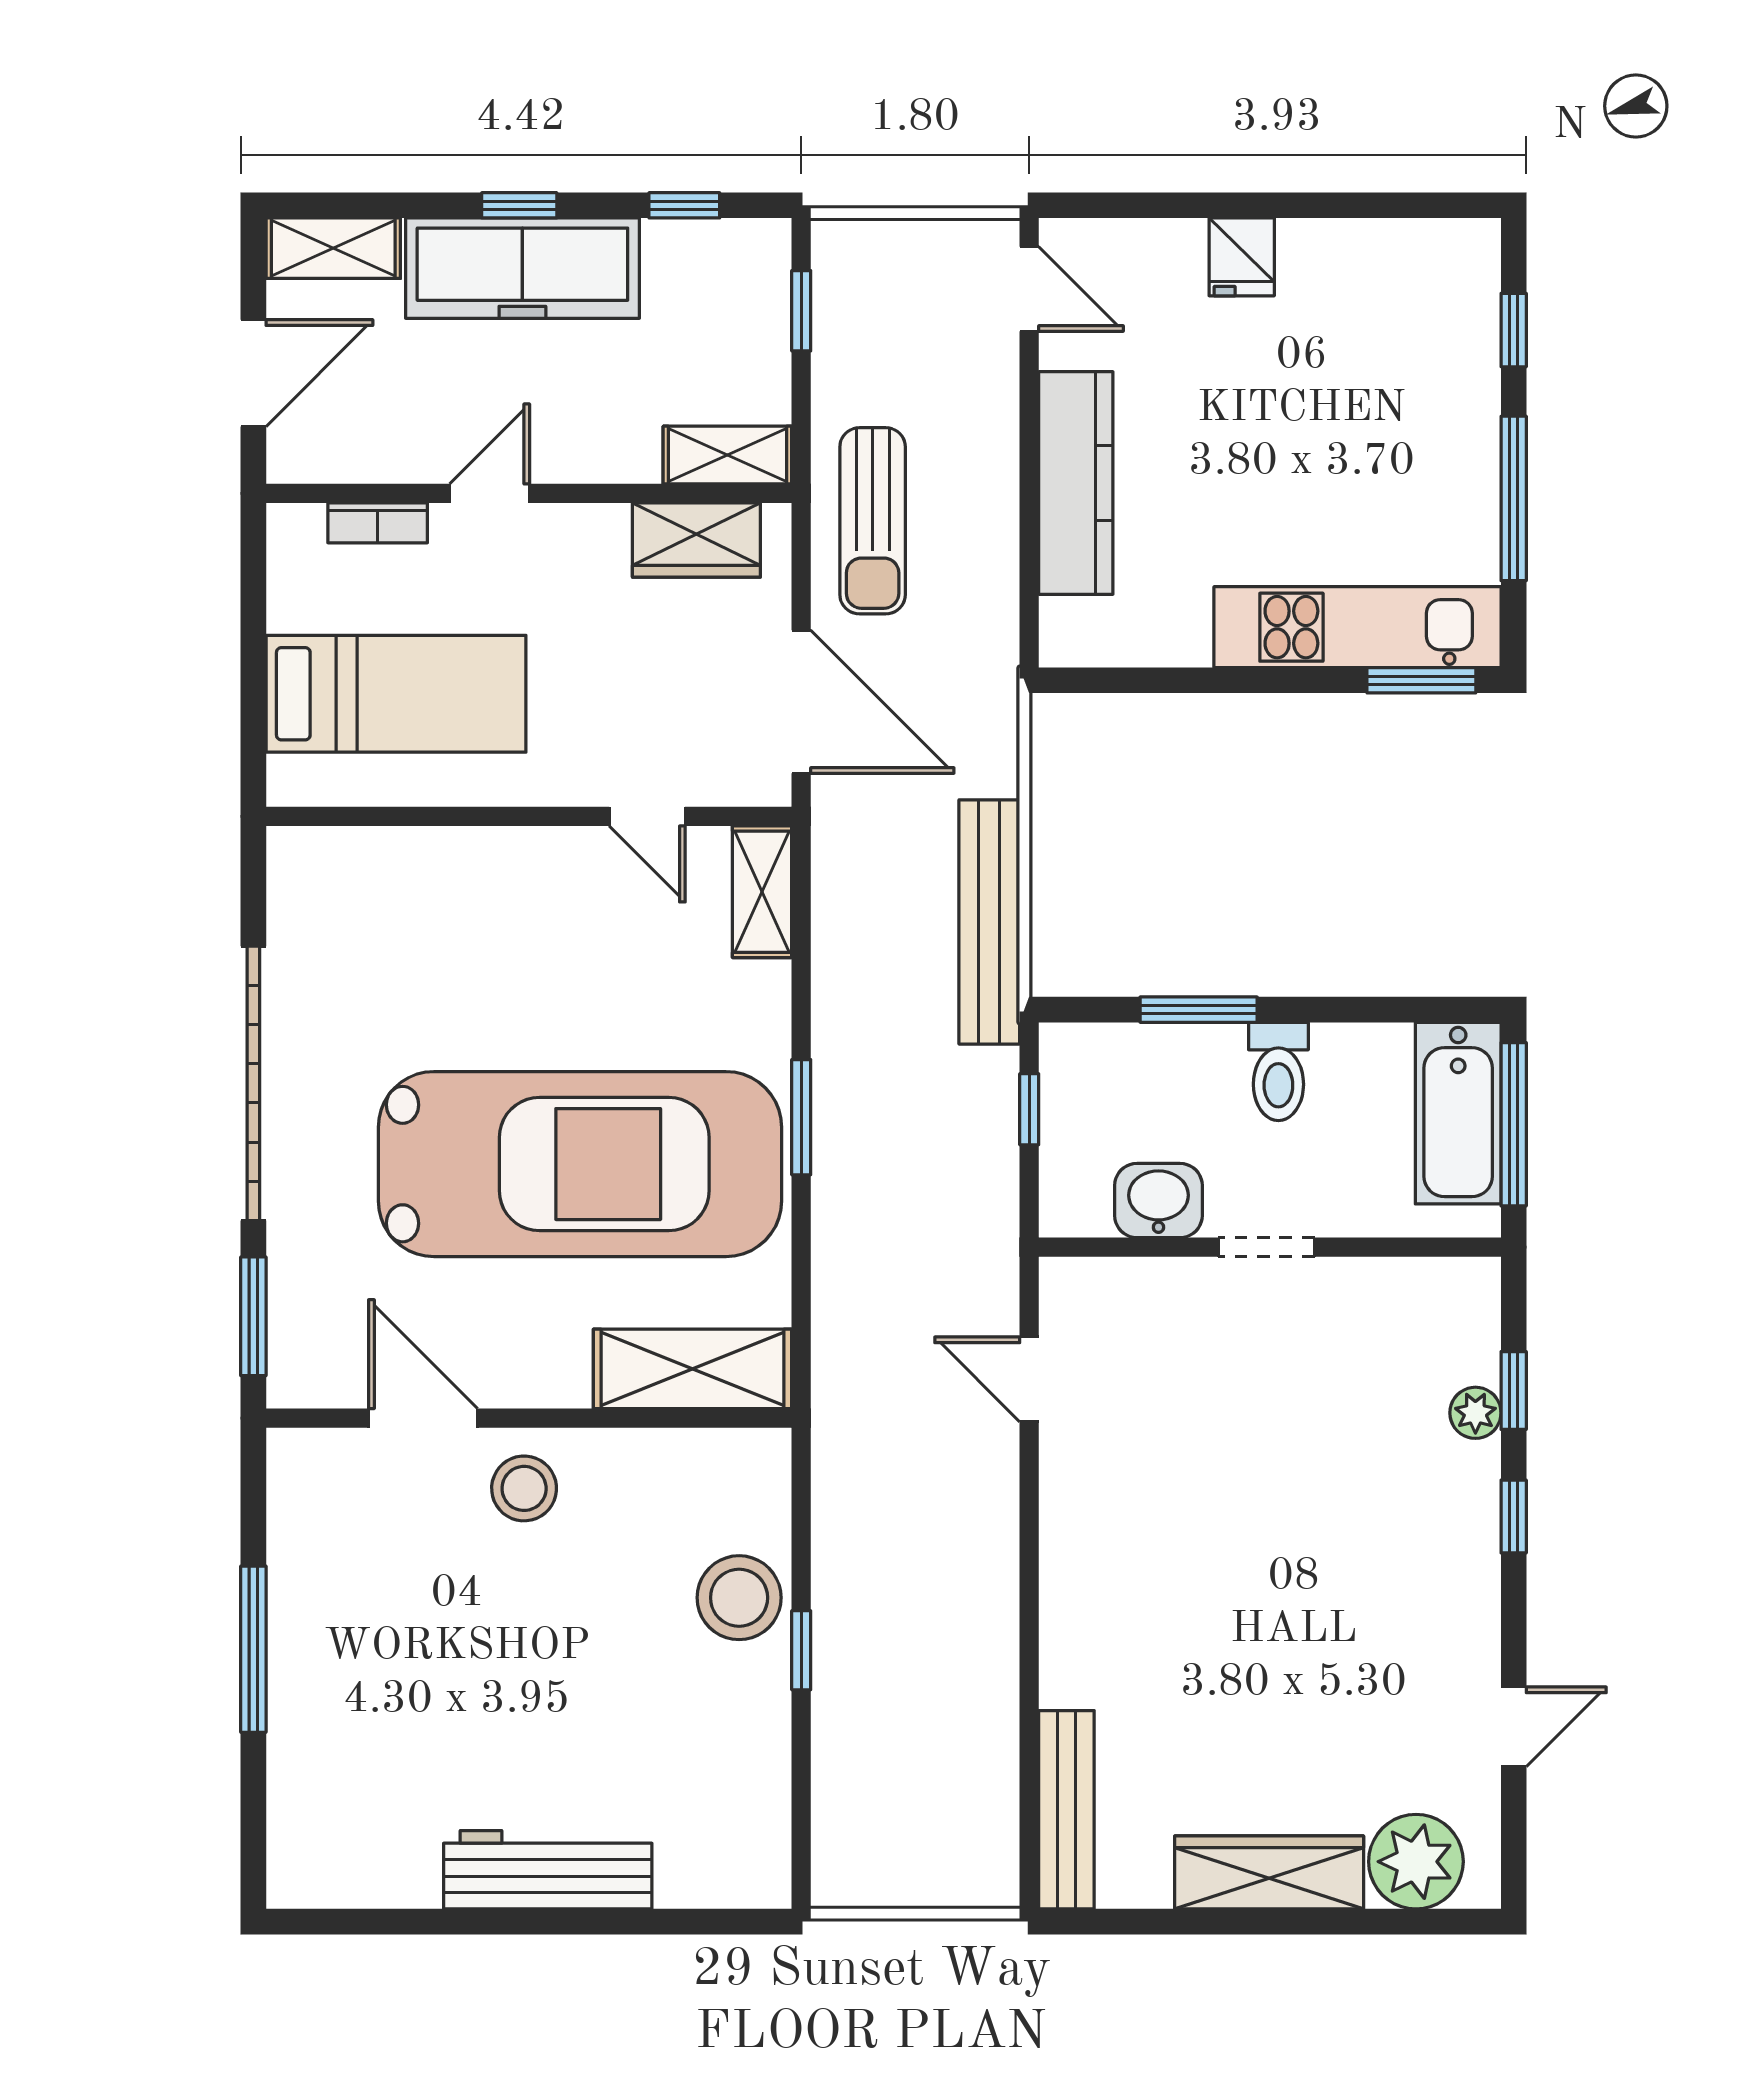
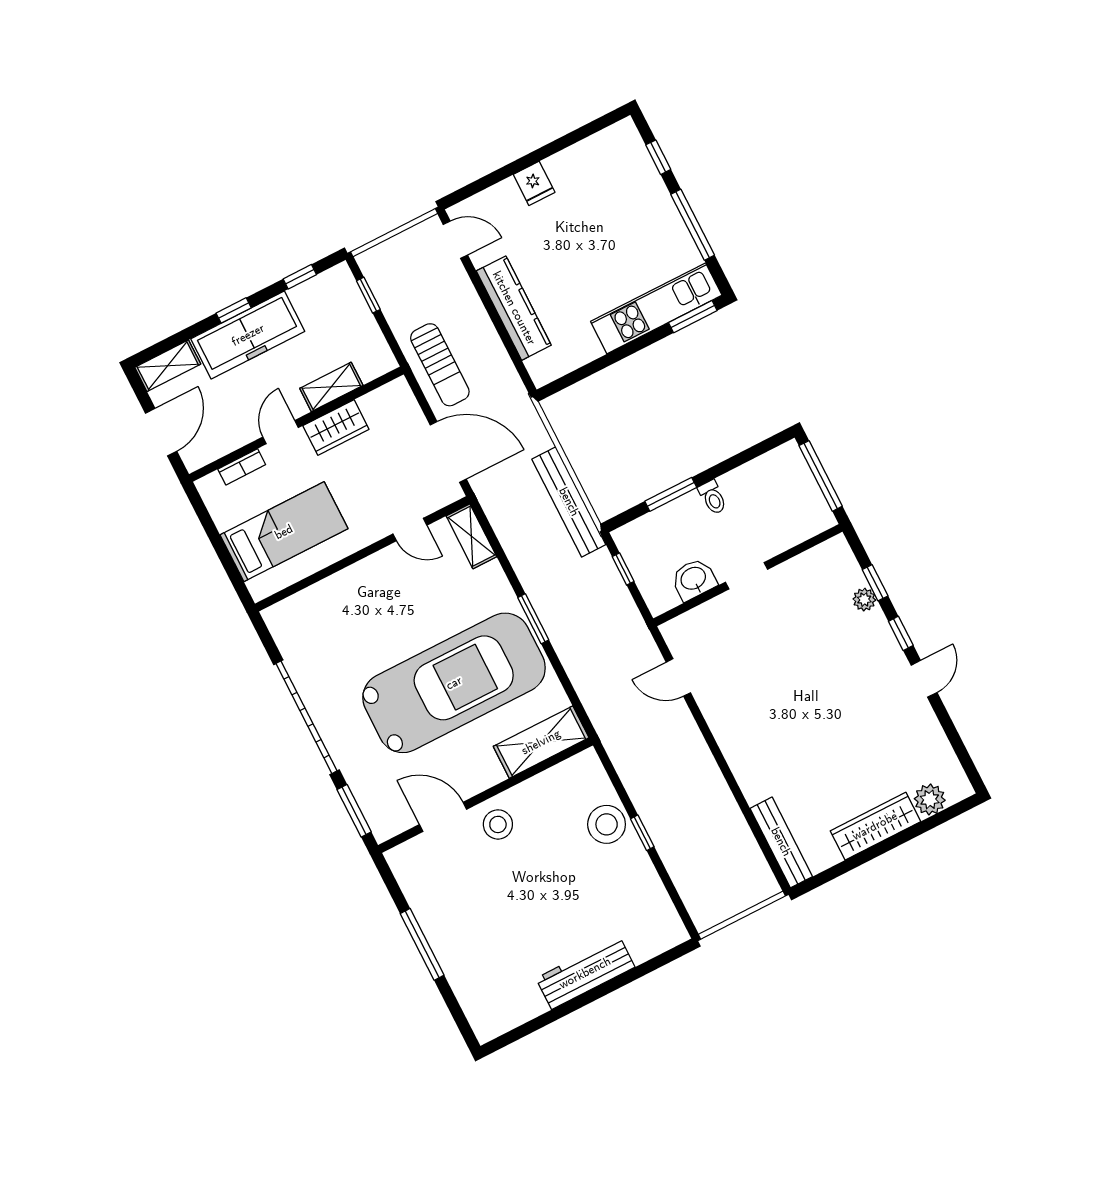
shelving: (727, 455) -> (331, 387), moved
wardrobe: (696, 540) -> (336, 428), moved
toilet: (1278, 1071) -> (713, 497), width x0.73, depth x0.72
bathtub: (1458, 1113) -> (796, 483), removed
door: (1514, 1727) -> (924, 679), moved
plant: (1416, 1862) -> (930, 799), width x0.73, depth x0.73

